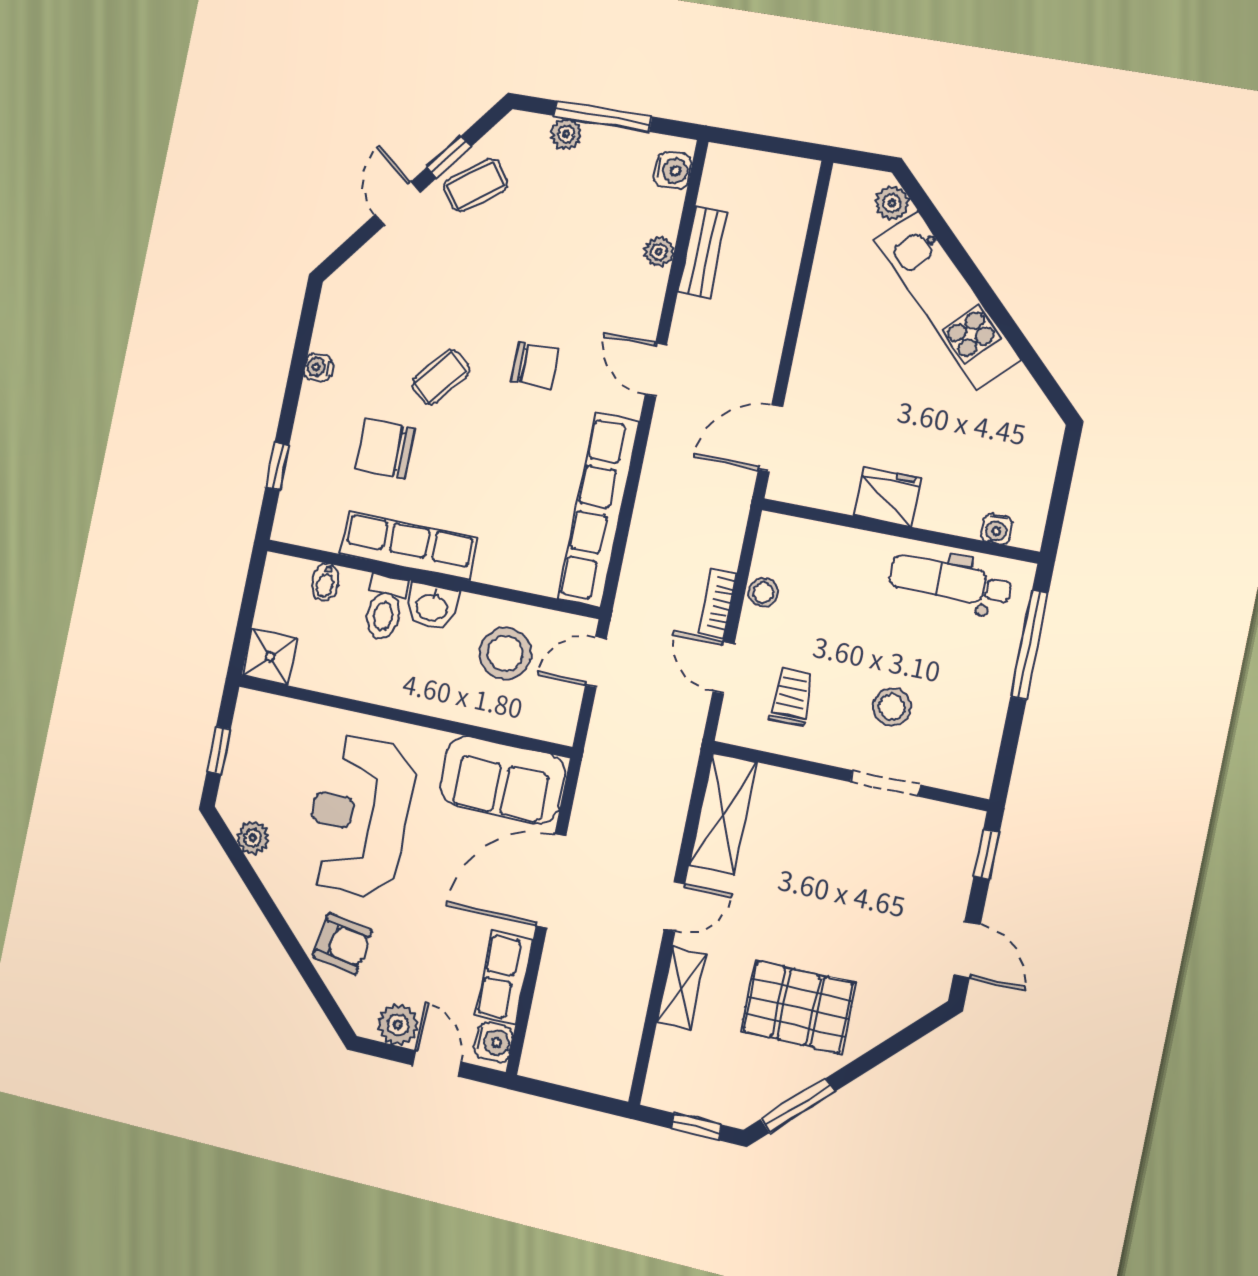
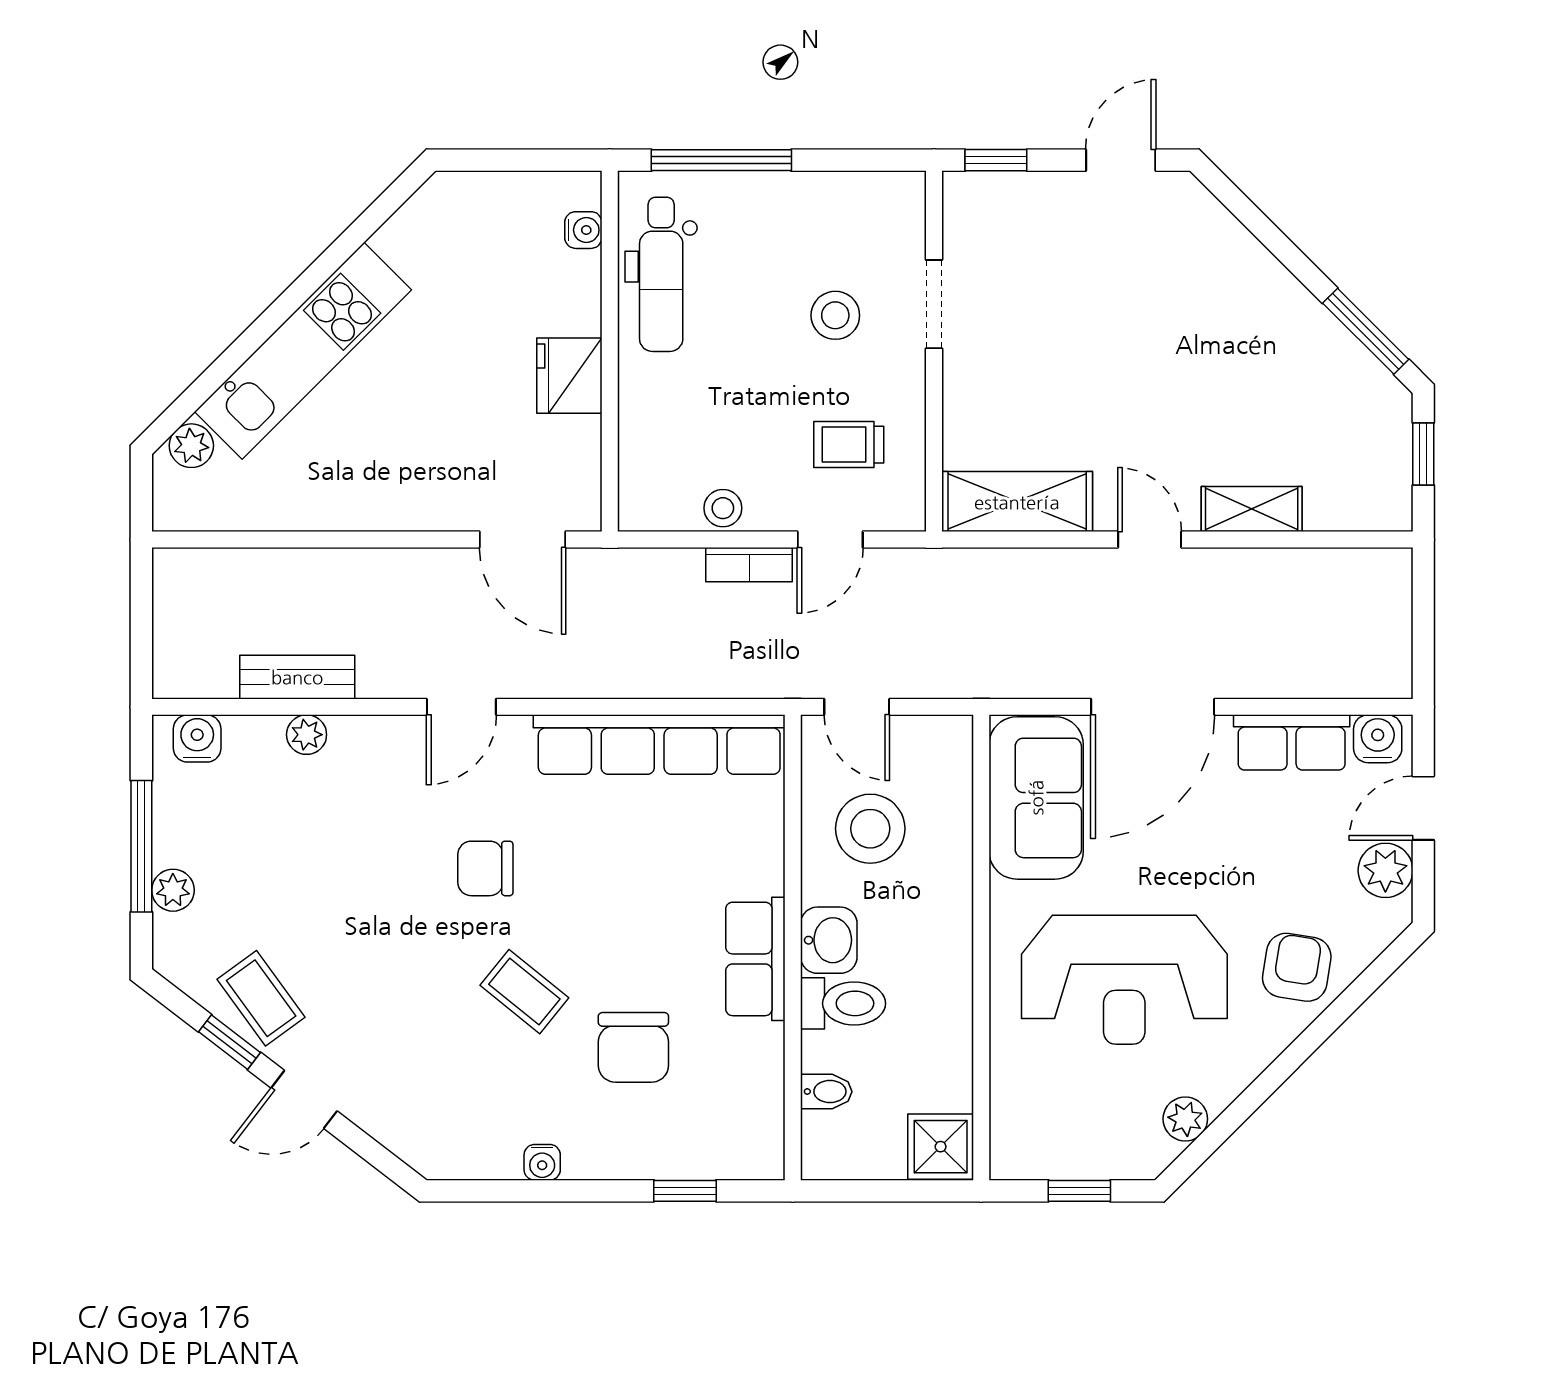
chair: (535, 365) -> (485, 868), turned -90
row of seats: (409, 546) -> (755, 959), width x0.68
door: (551, 881) -> (1153, 707), hinge flipped
pallet: (798, 1007) -> (1241, 356), removed

